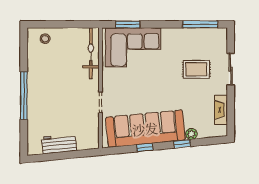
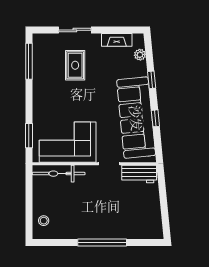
corner sofa: (133, 47) -> (68, 142), moved, turned -90
plant: (191, 134) -> (140, 55), moved
workbench: (59, 144) -> (139, 174), moved, turned -84

